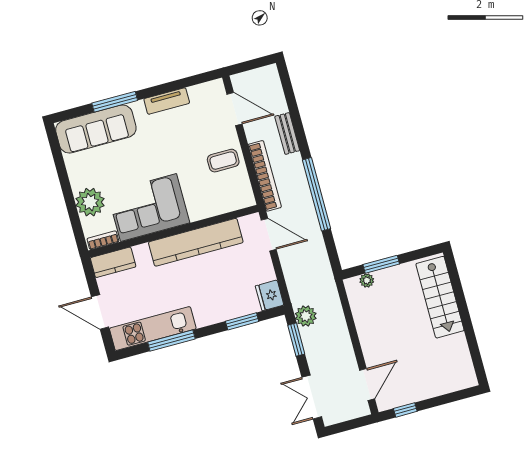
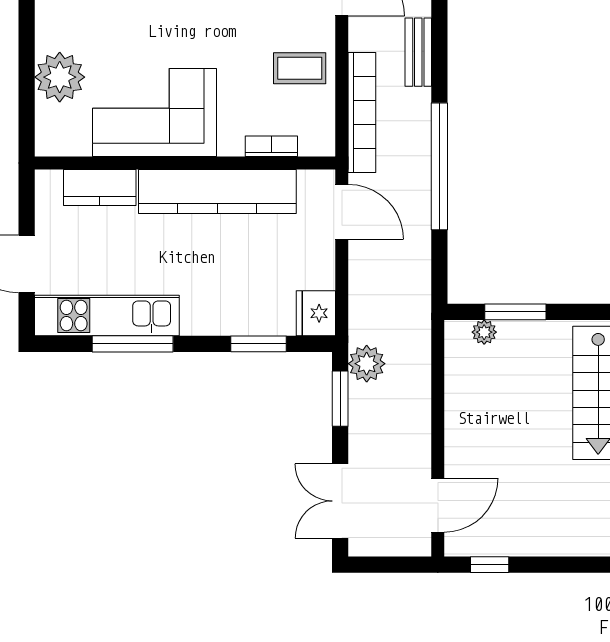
bookcase: (103, 240) -> (271, 146), moved
kitchen counter: (113, 262) -> (100, 188), moved

